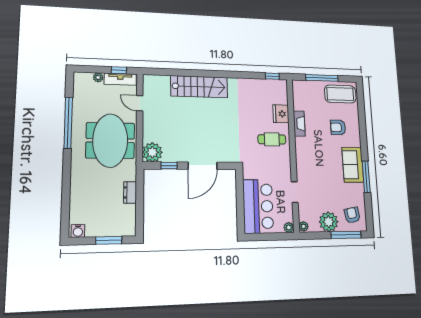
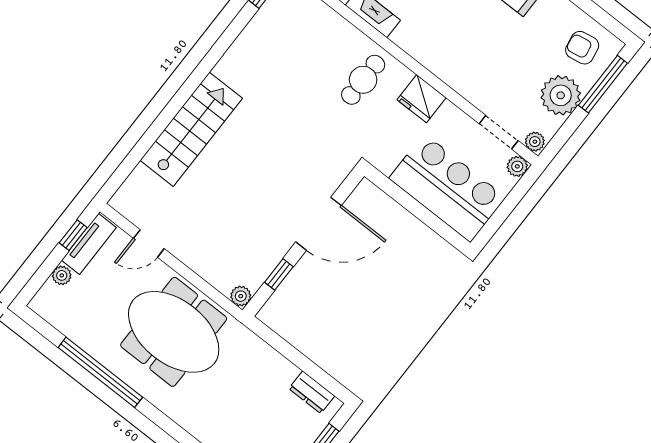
fridge: (281, 114) -> (422, 99), moved
plant: (152, 152) -> (241, 296), width x0.53, depth x0.53
door: (203, 166) -> (319, 224), hinge flipped
dresser: (130, 192) -> (312, 392), moved
doorway: (295, 192) -> (499, 132), moved

